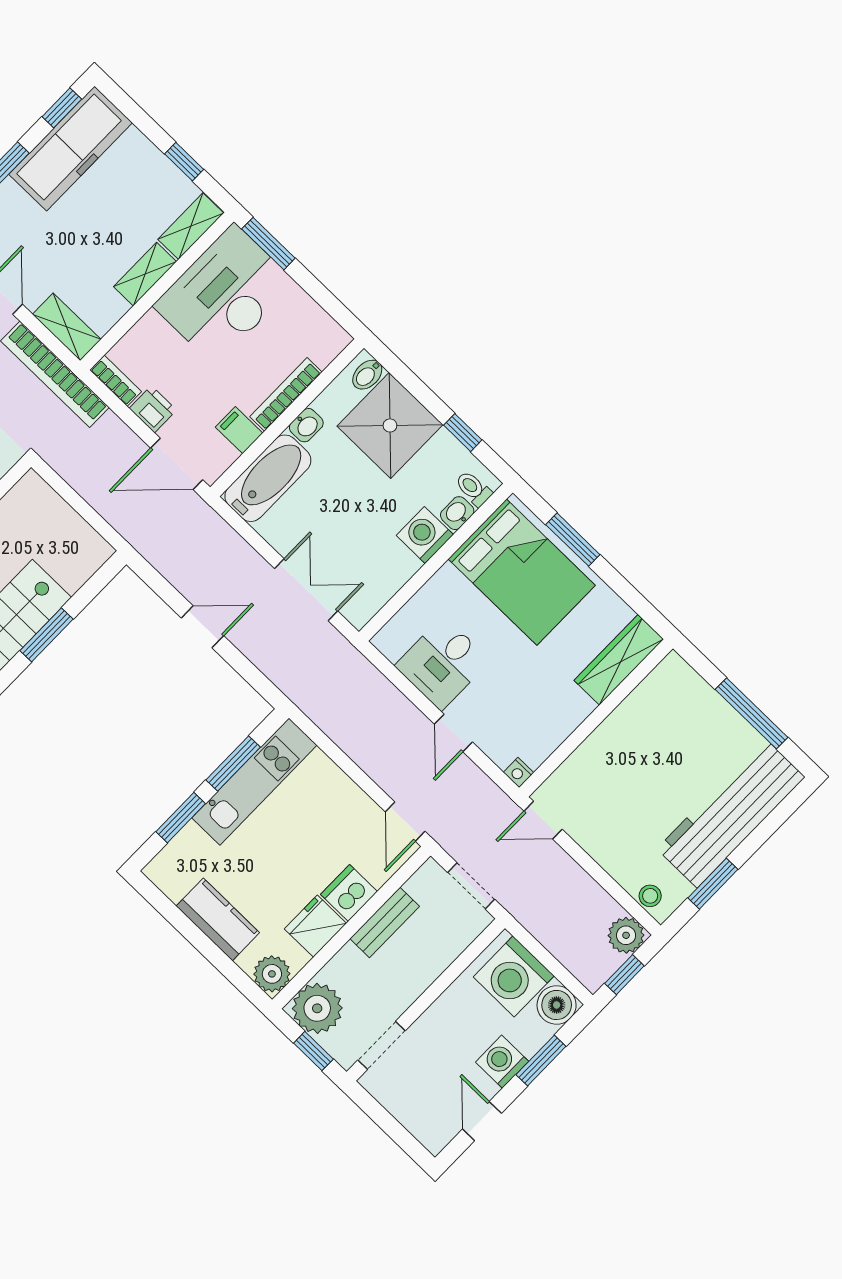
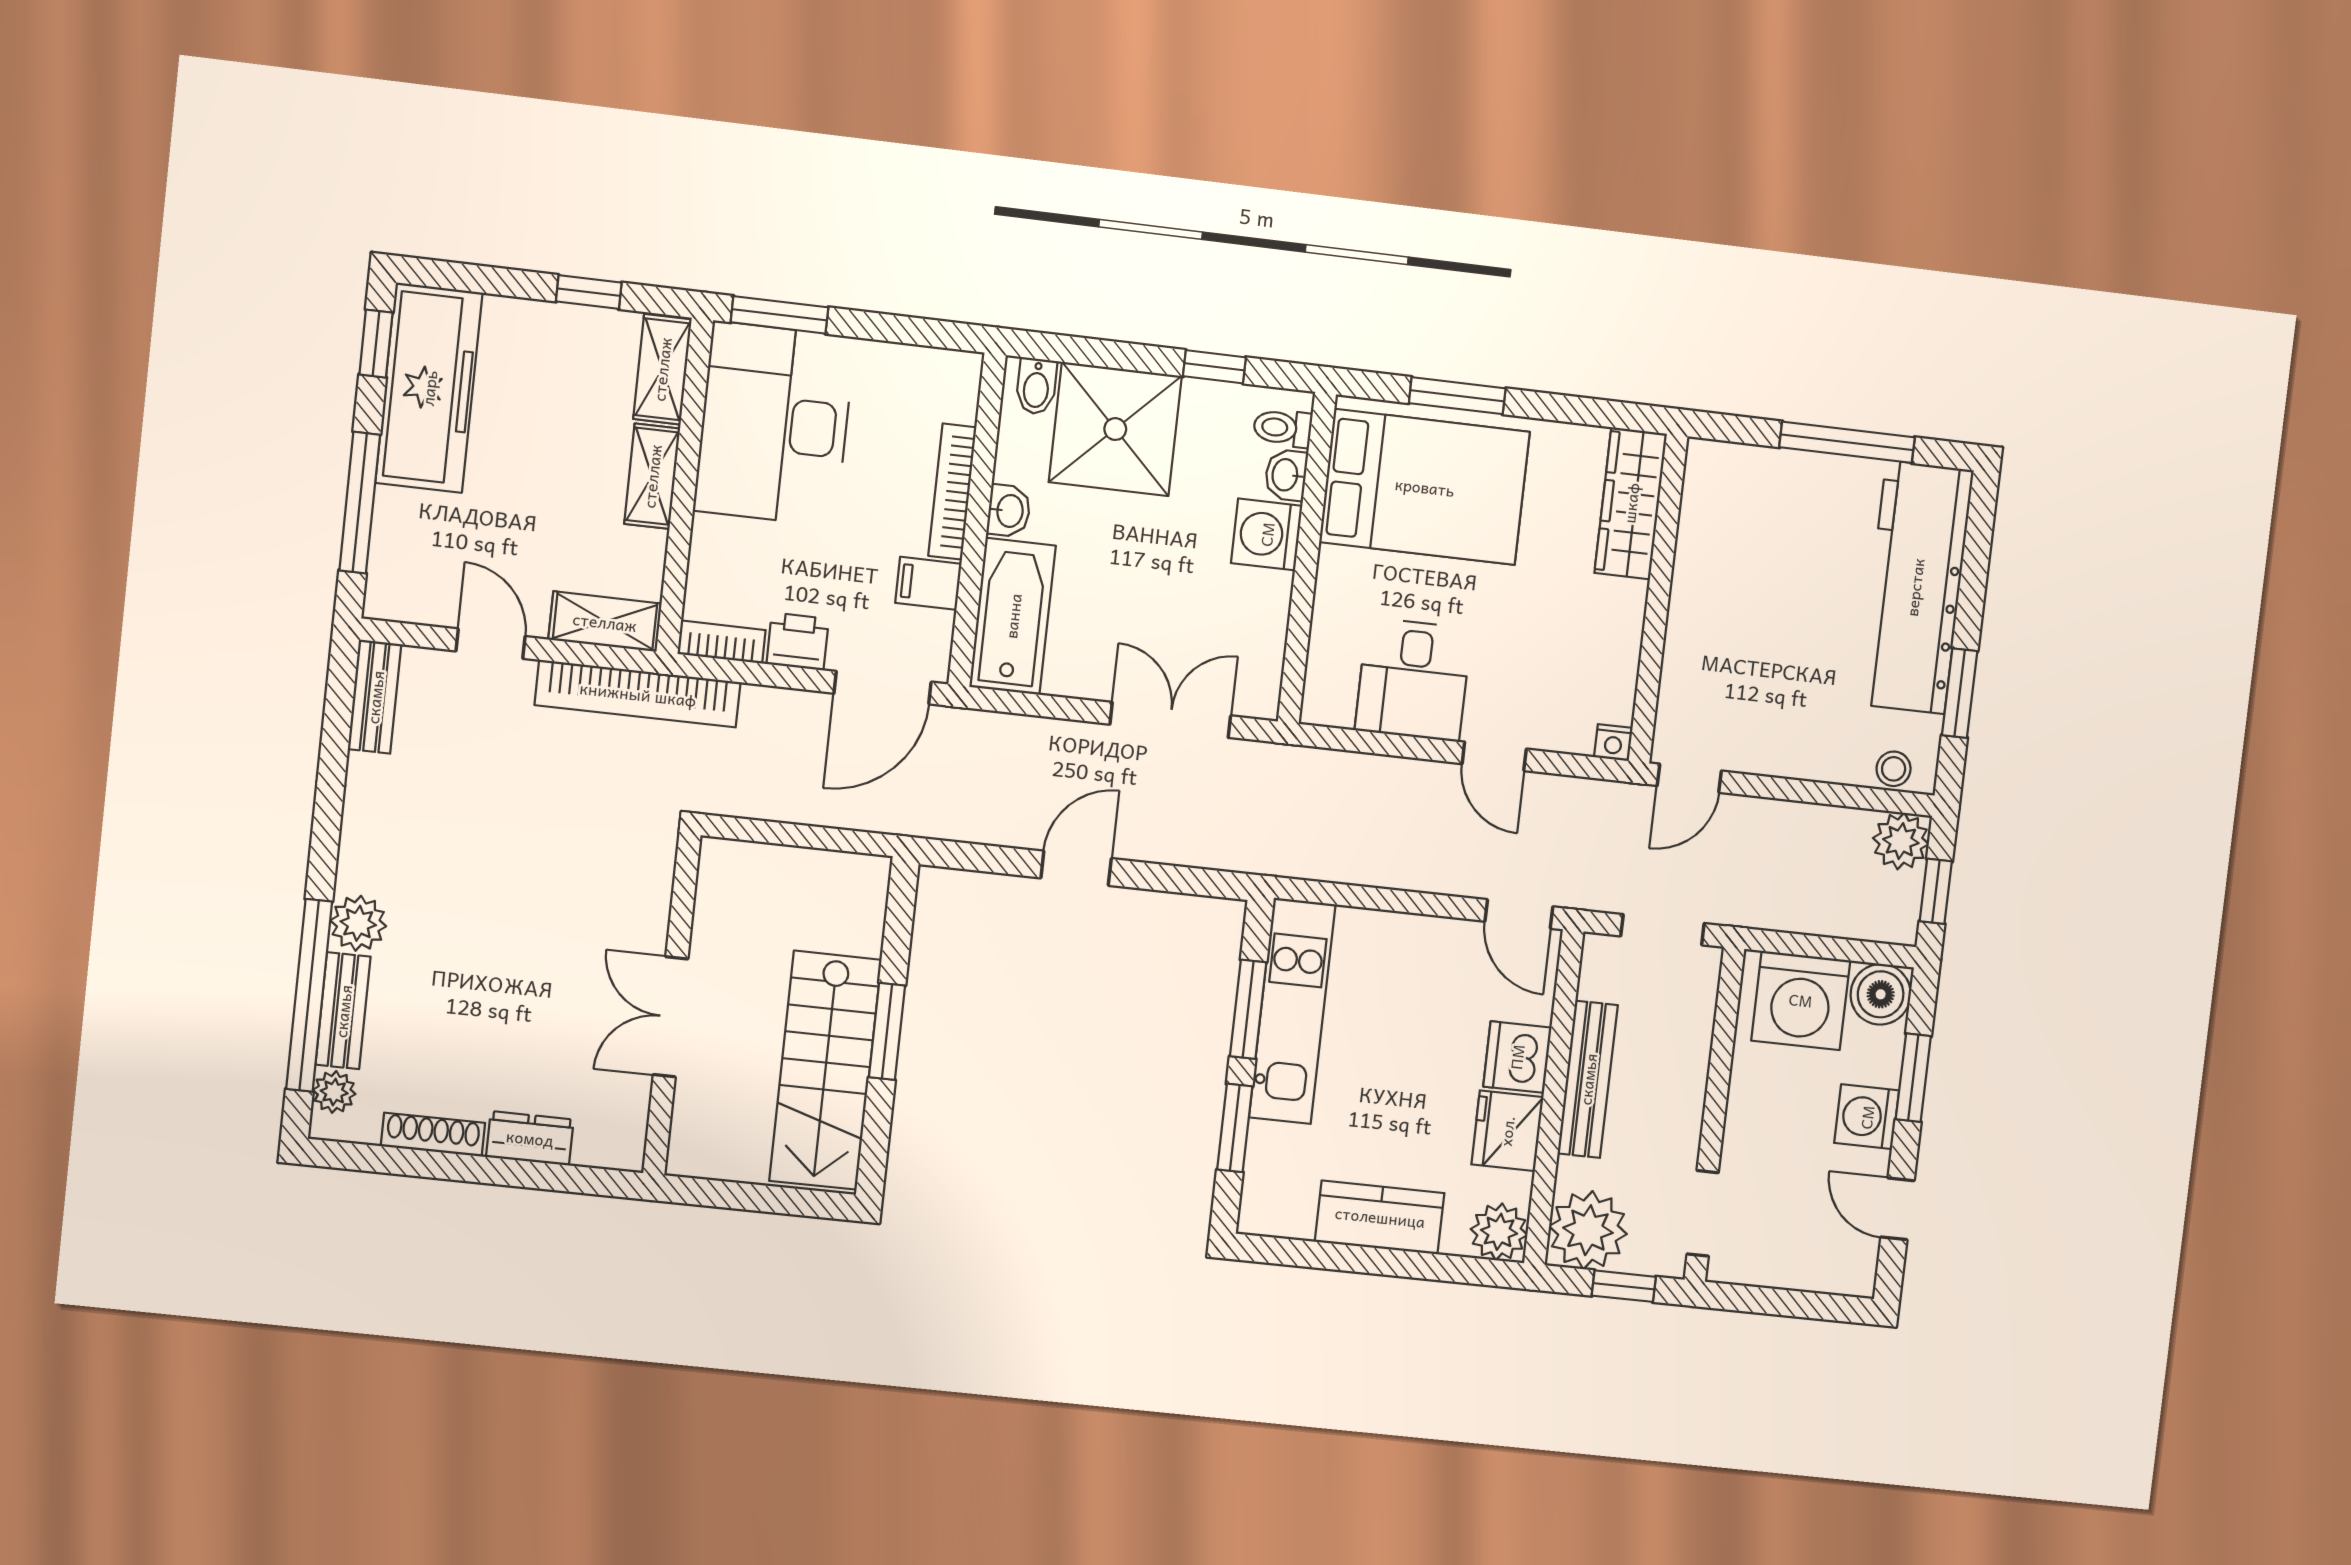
bench: (385, 922) -> (1588, 1079), width x1.36

